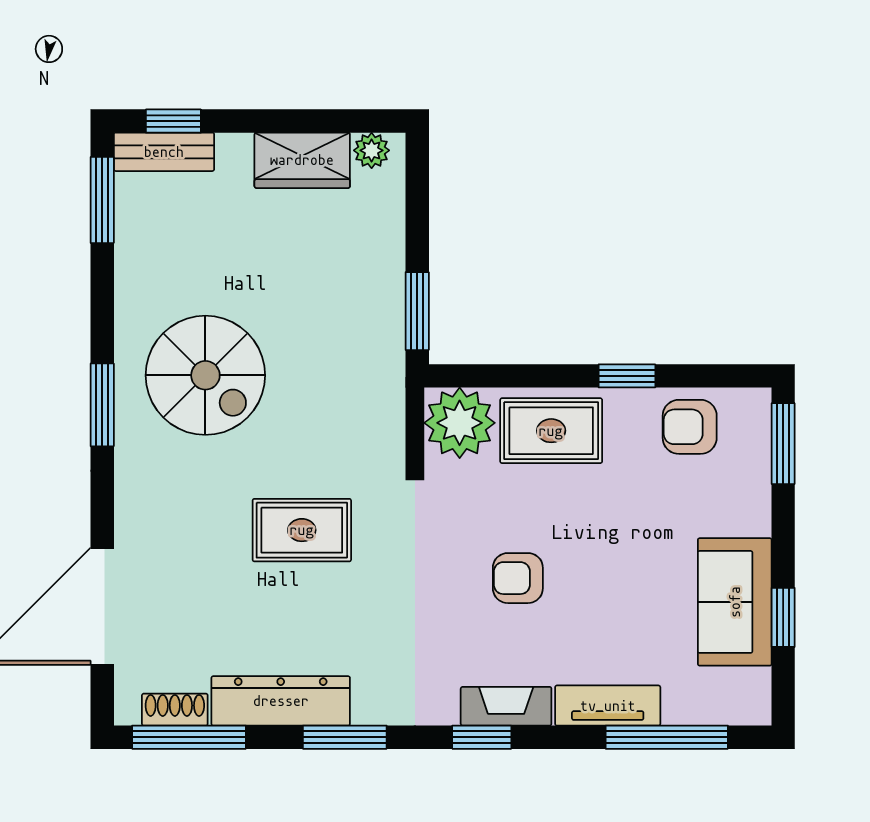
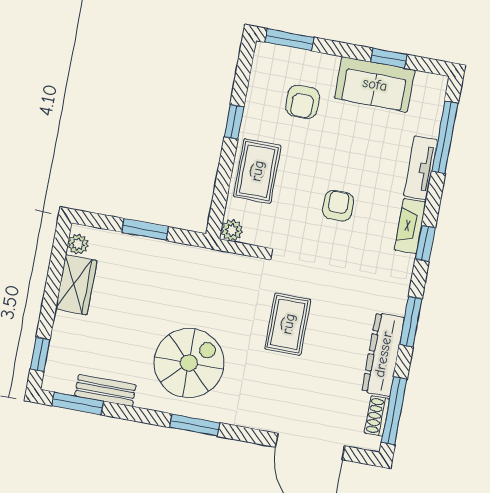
bench: (164, 152) -> (105, 390), moved, turned 90
window: (417, 311) -> (145, 230), moved
plant: (460, 423) -> (232, 230), width x0.53, depth x0.53
armchair: (690, 427) -> (303, 102), moved
armchair: (518, 578) -> (338, 206), turned 180

